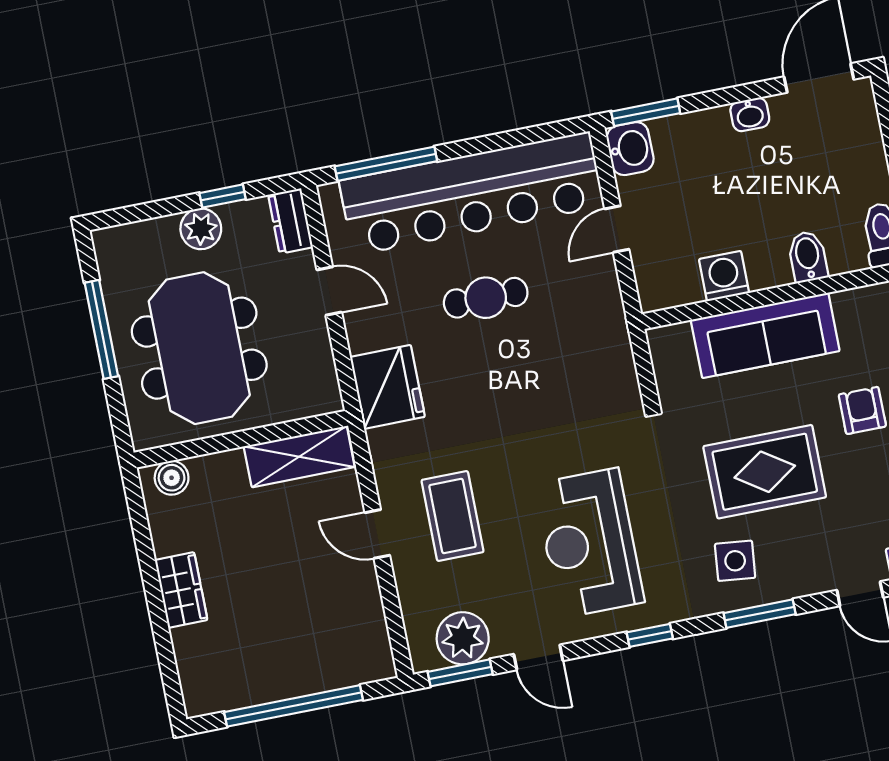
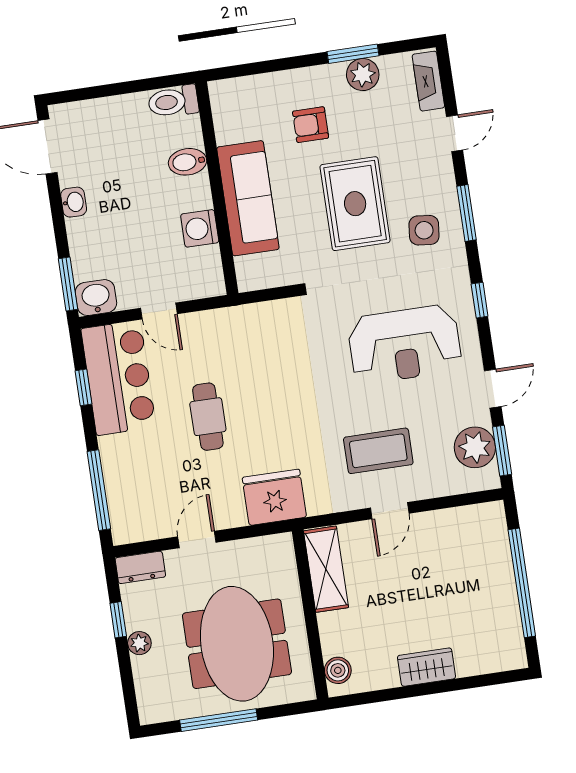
window: (515, 138) -> (83, 387), added
bar counter: (472, 193) -> (118, 378), width x0.54
plant: (201, 229) -> (139, 643), width x0.73, depth x0.73
meeting table: (199, 348) -> (237, 644), turned 90

